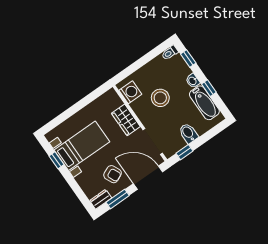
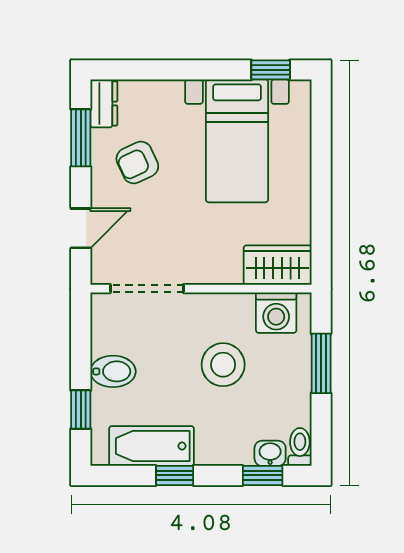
window: (137, 65) -> (321, 363), added
washbasin: (193, 81) -> (270, 453), moved
wardrobe: (126, 120) -> (278, 265), moved
window: (184, 152) -> (81, 410), moved
window: (56, 160) -> (271, 70), moved
door: (148, 178) -> (81, 228), width x0.53

